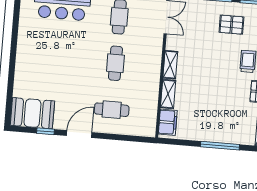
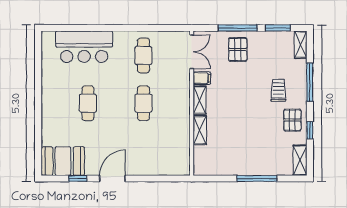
pallet: (231, 25) -> (238, 50), moved, turned 90
cafe table: (112, 110) -> (88, 103), moved, turned 90
filing cabinet: (168, 122) -> (202, 78), moved, width x0.50

